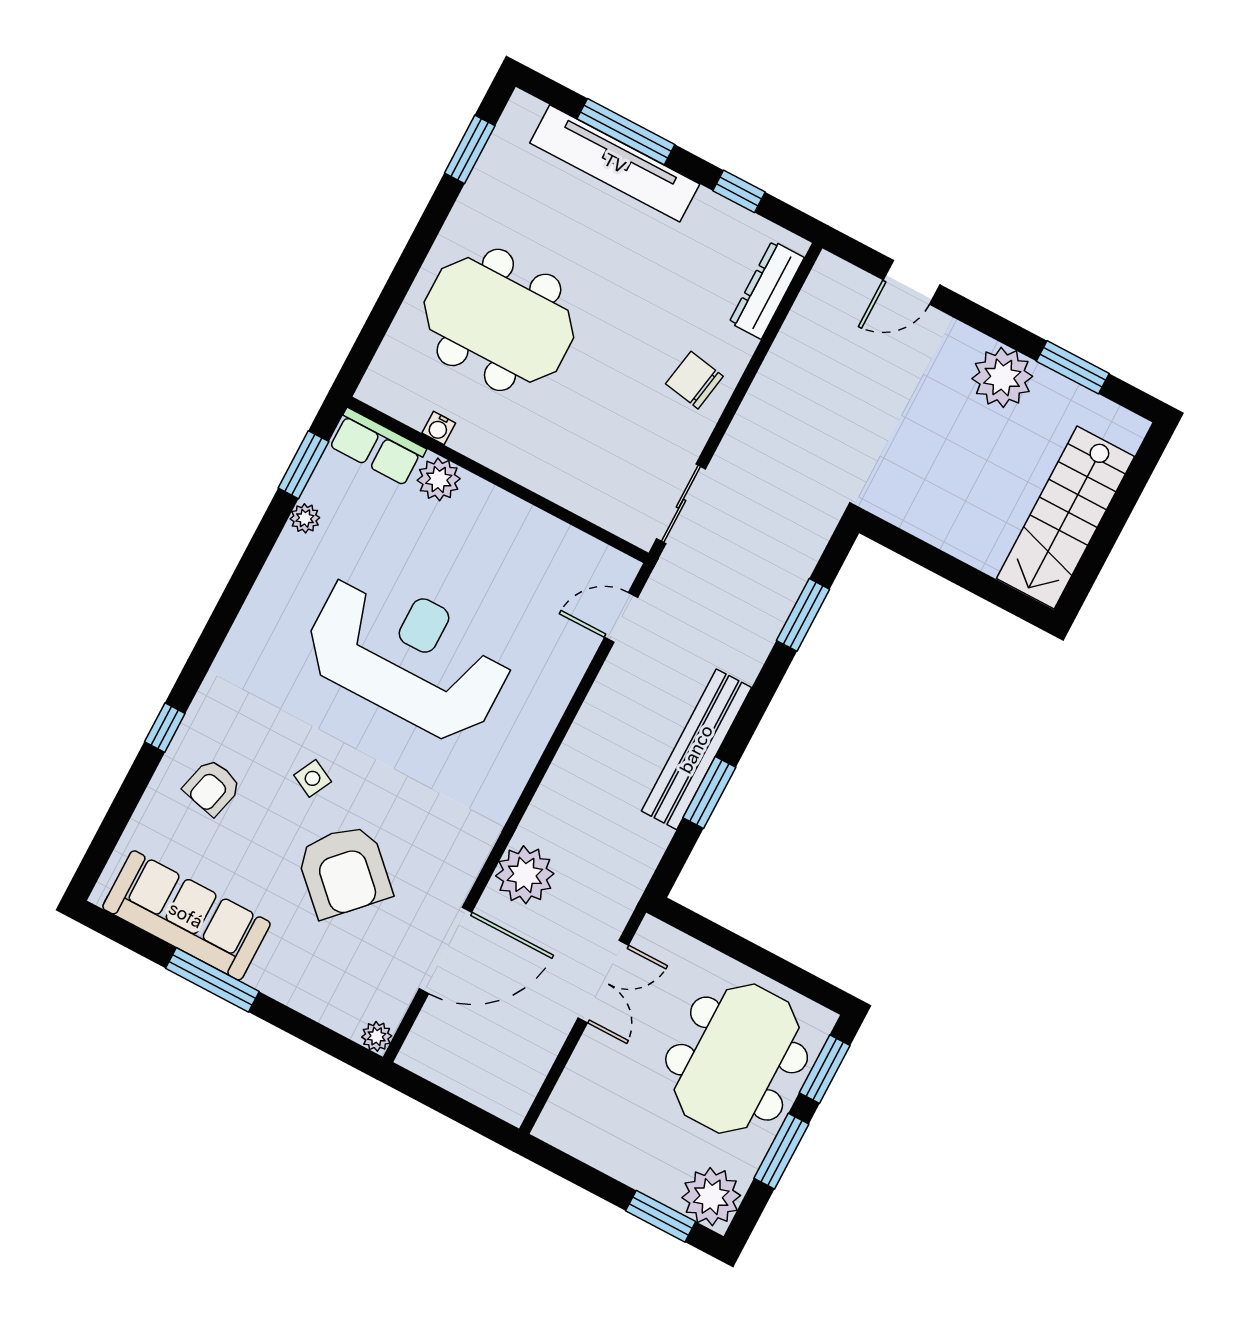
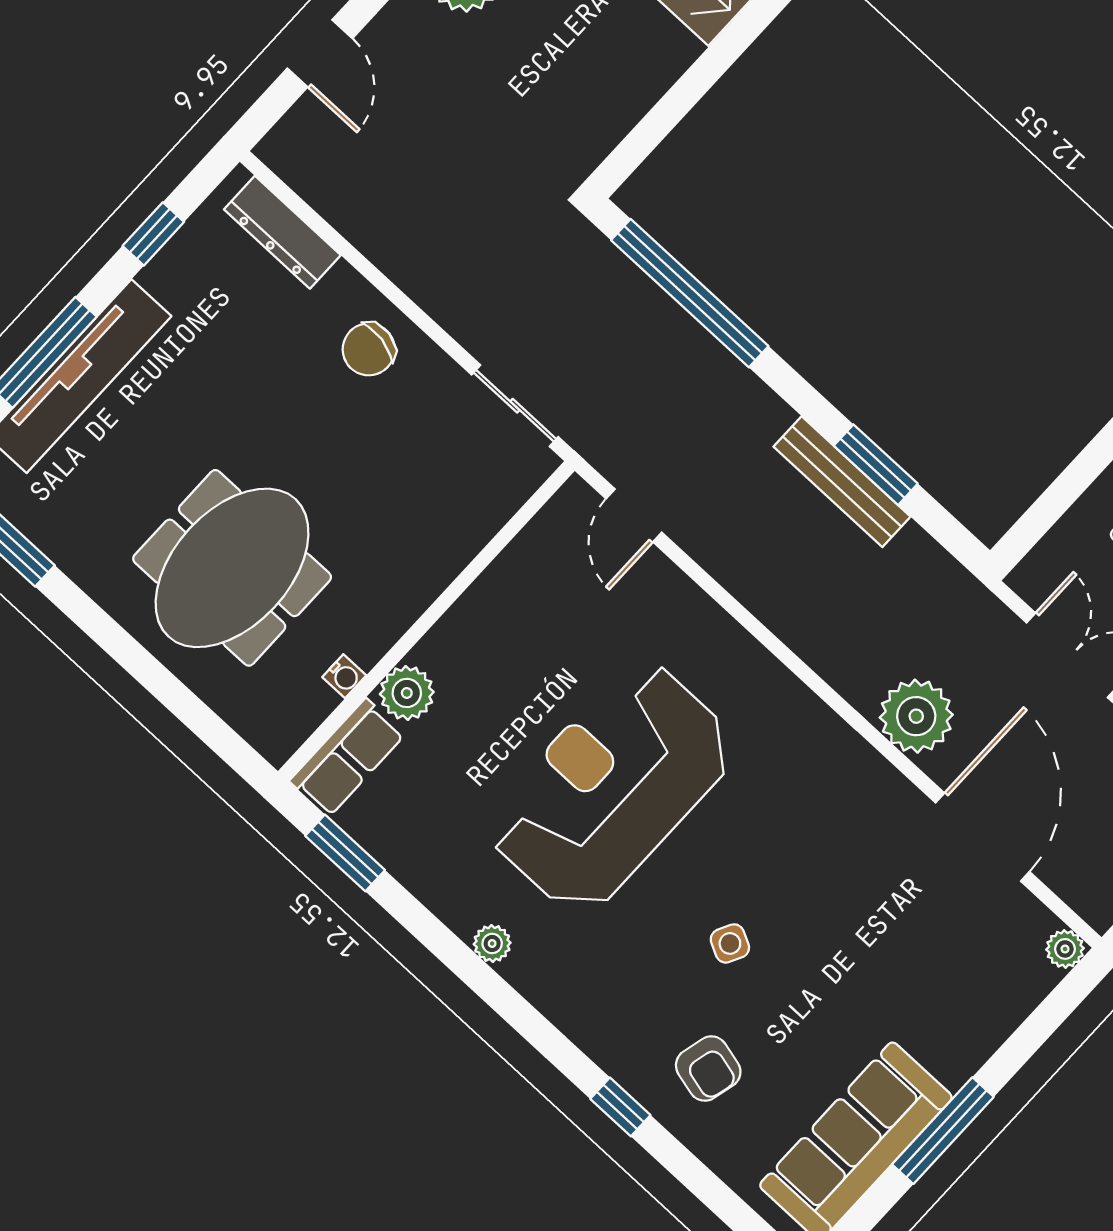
plant: (305, 518) -> (492, 943), moved
window: (803, 615) -> (690, 293), width x2.11
bench: (696, 749) -> (842, 482), width x0.73, depth x0.82
armchair: (344, 871) -> (853, 935), removed

